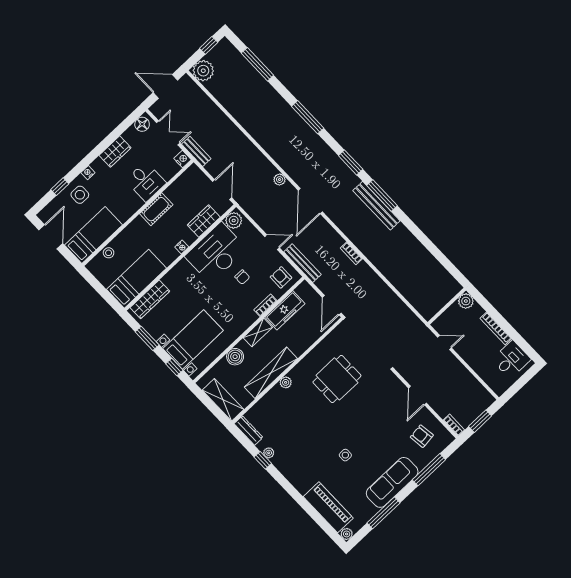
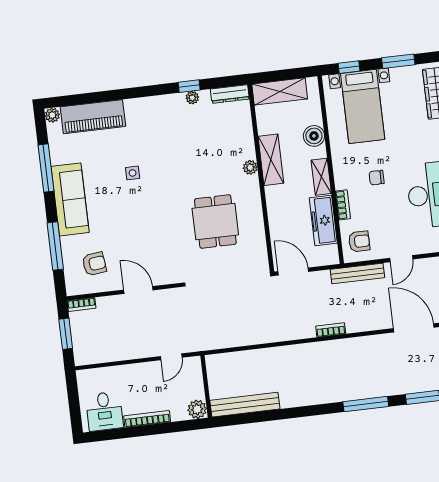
bench: (376, 206) -> (245, 405), moved
chair: (242, 277) -> (377, 178), moved
shelving: (271, 373) -> (271, 160), width x0.68

